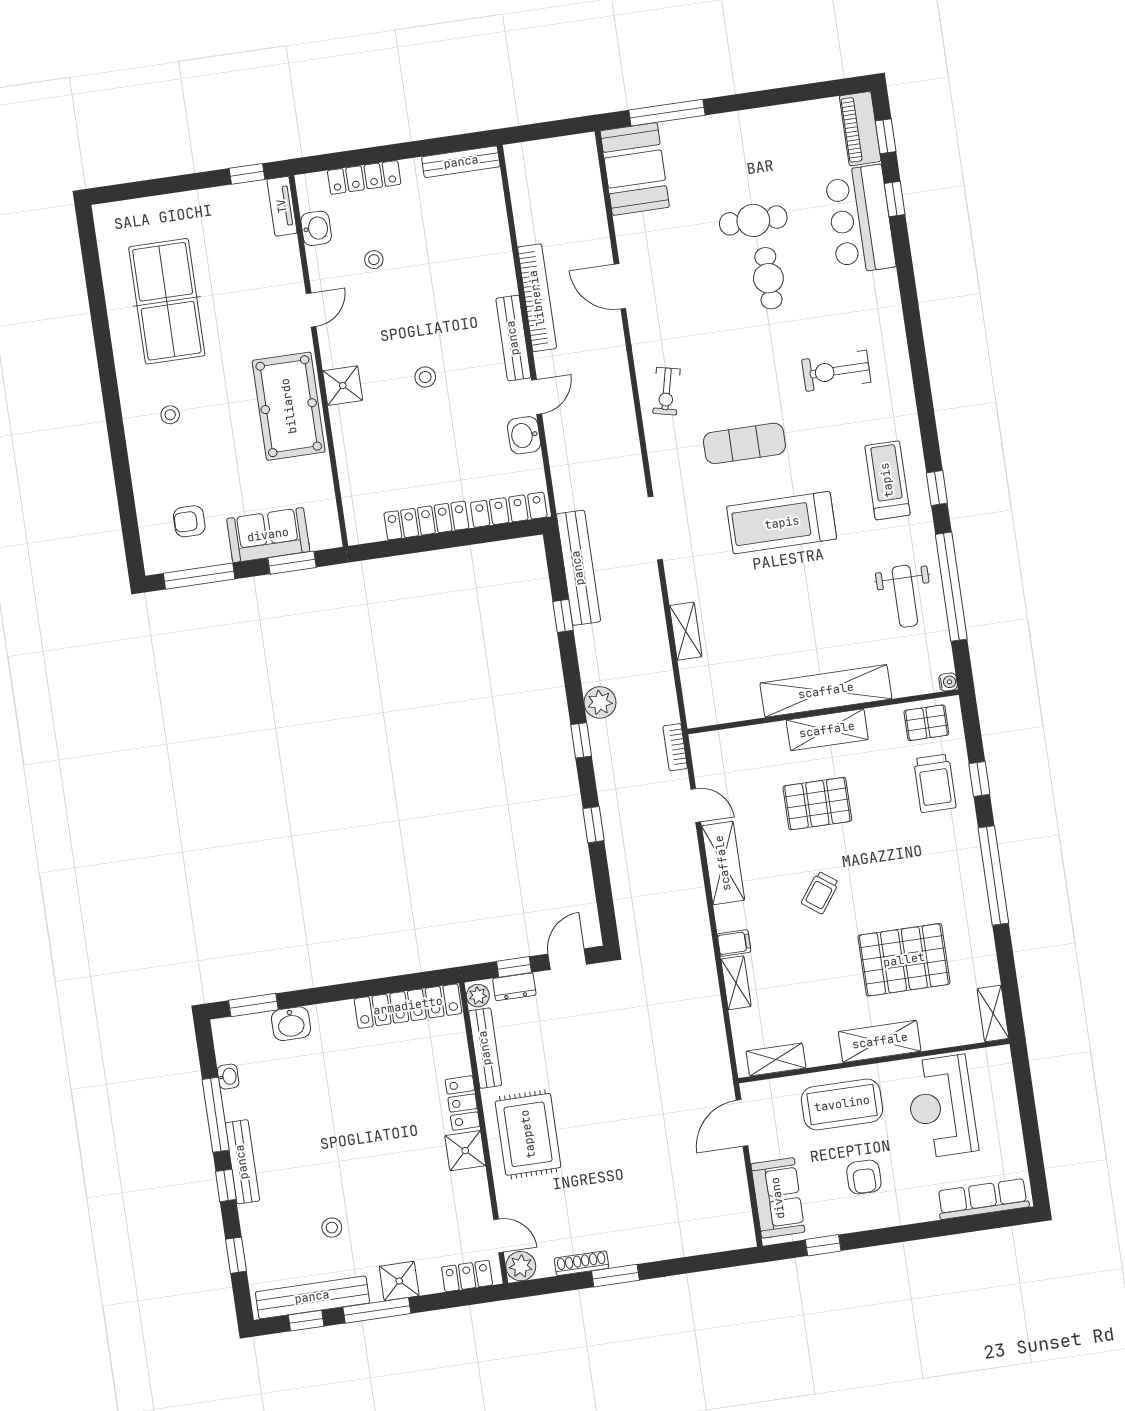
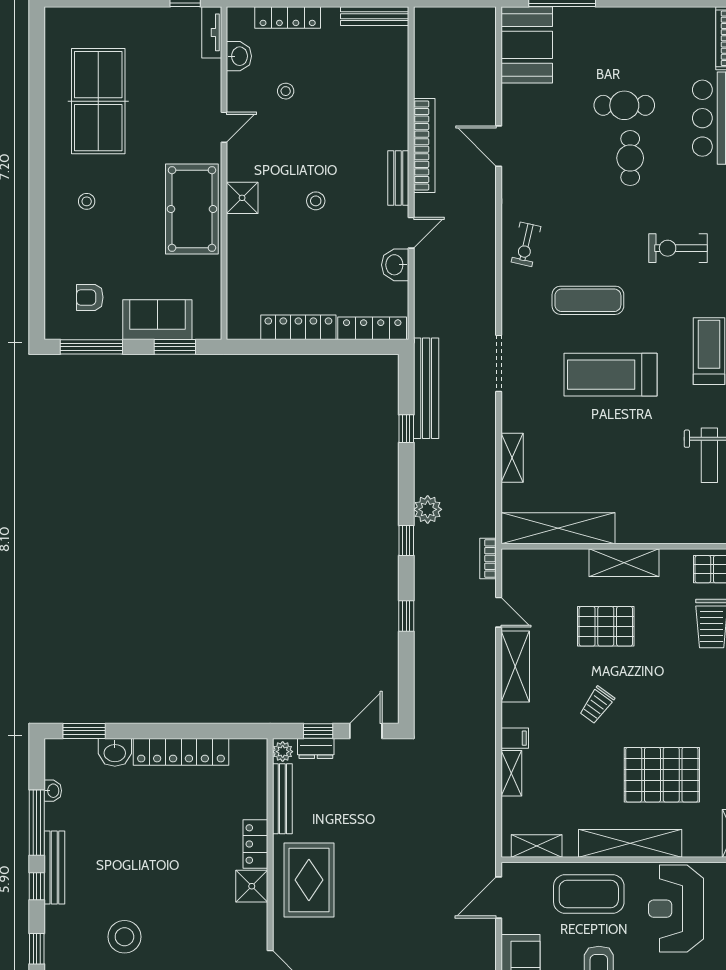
bench: (513, 338) -> (398, 178), width x0.73
shelving: (826, 691) -> (558, 528), moved
locker: (408, 1006) -> (181, 752), moved
shelving: (880, 1041) -> (630, 843), width x1.47
stool: (332, 1228) -> (124, 937), width x1.89, depth x1.89

